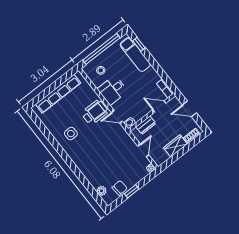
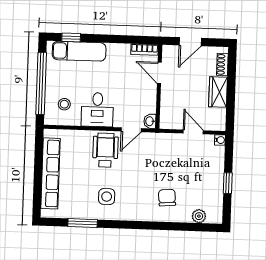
door: (159, 106) -> (159, 73), hinge flipped
dresser: (146, 125) -> (167, 105), removed
window: (46, 133) -> (83, 223), added
chair: (120, 188) -> (167, 198), moved

